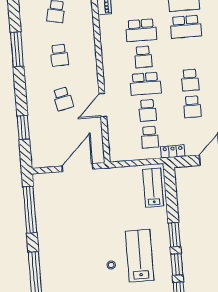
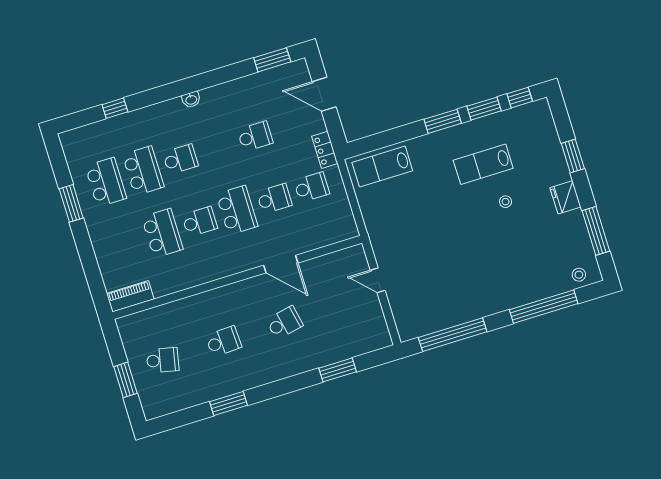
window: (17, 49) -> (228, 404), width x0.69
school desk: (190, 80) -> (180, 159), moved
door: (77, 168) -> (378, 280), width x0.53
lab bench: (140, 256) -> (483, 164), width x0.73, depth x0.72

